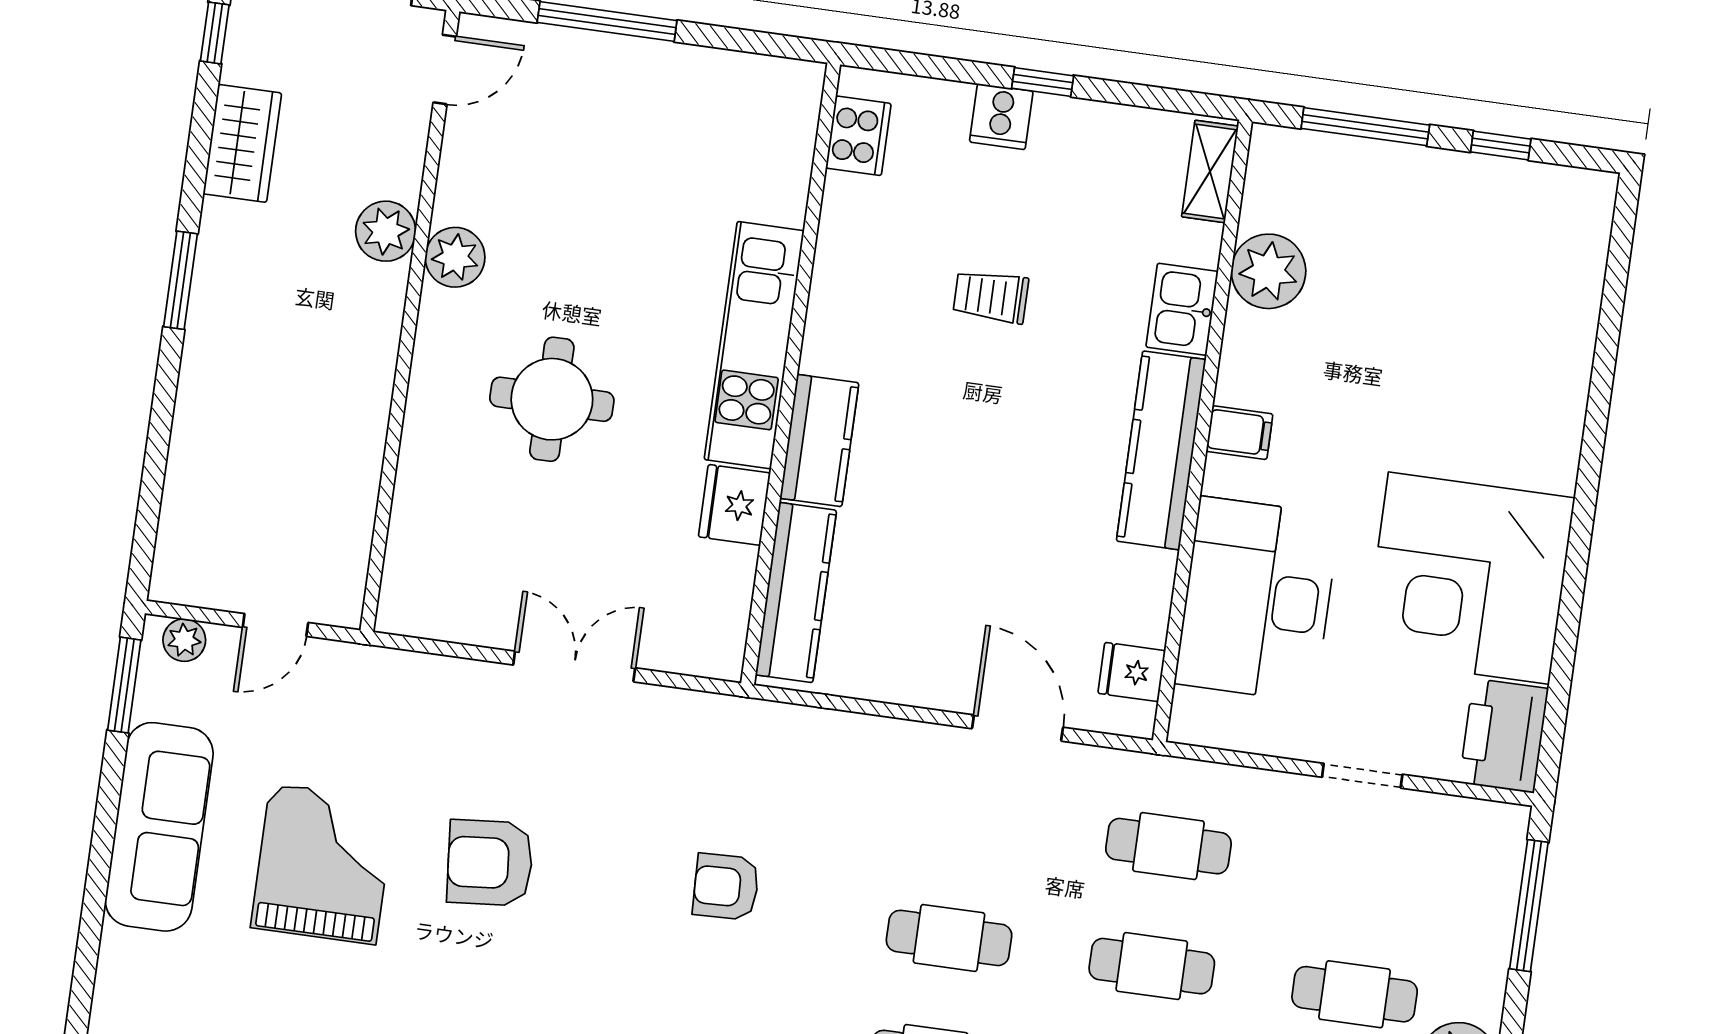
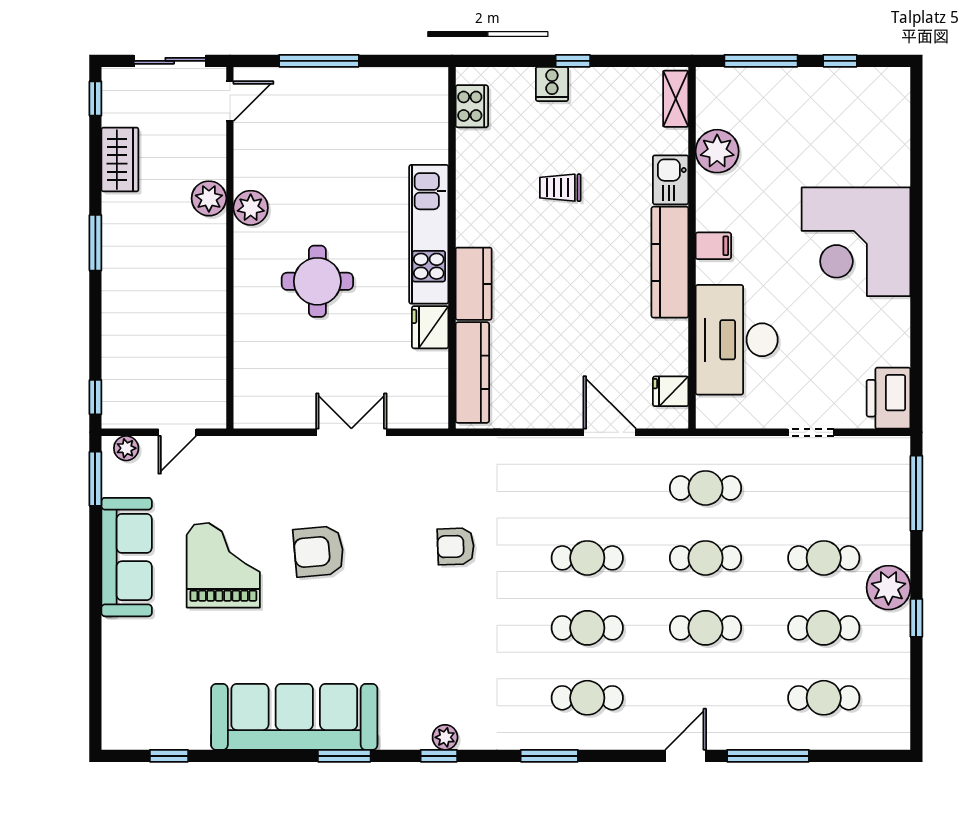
window: (144, 545) -> (95, 397), added
corner desk: (1469, 578) -> (856, 242), moved

